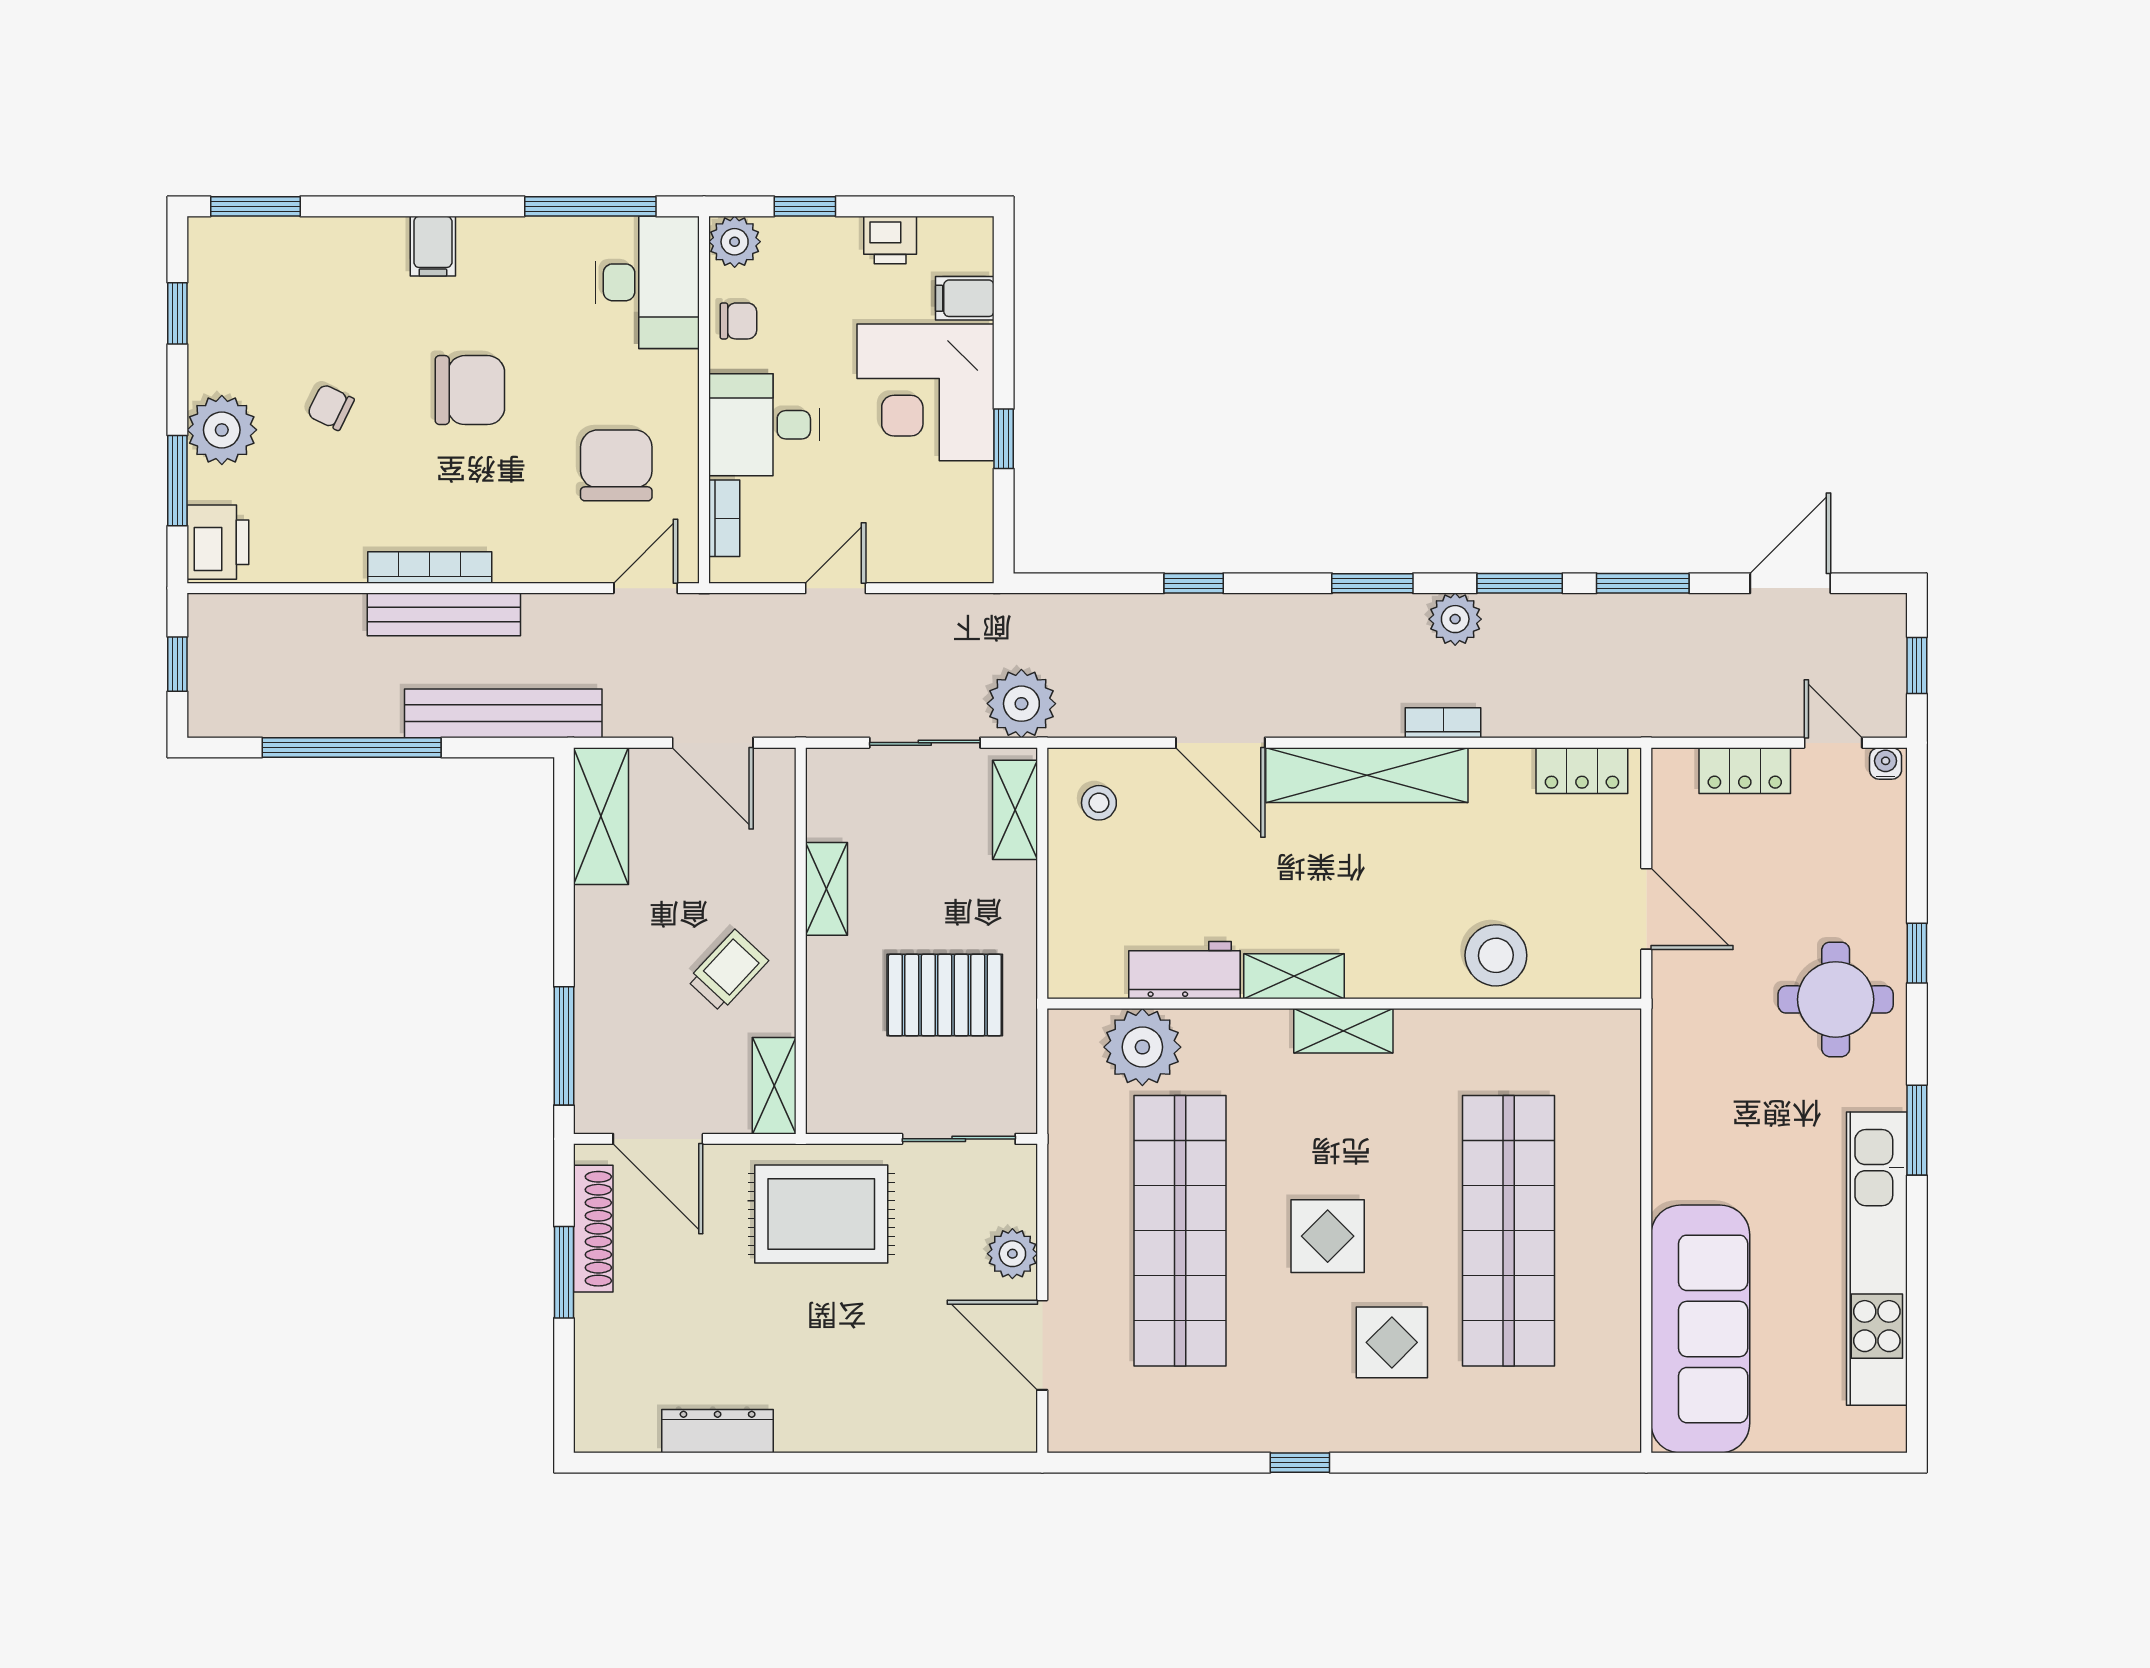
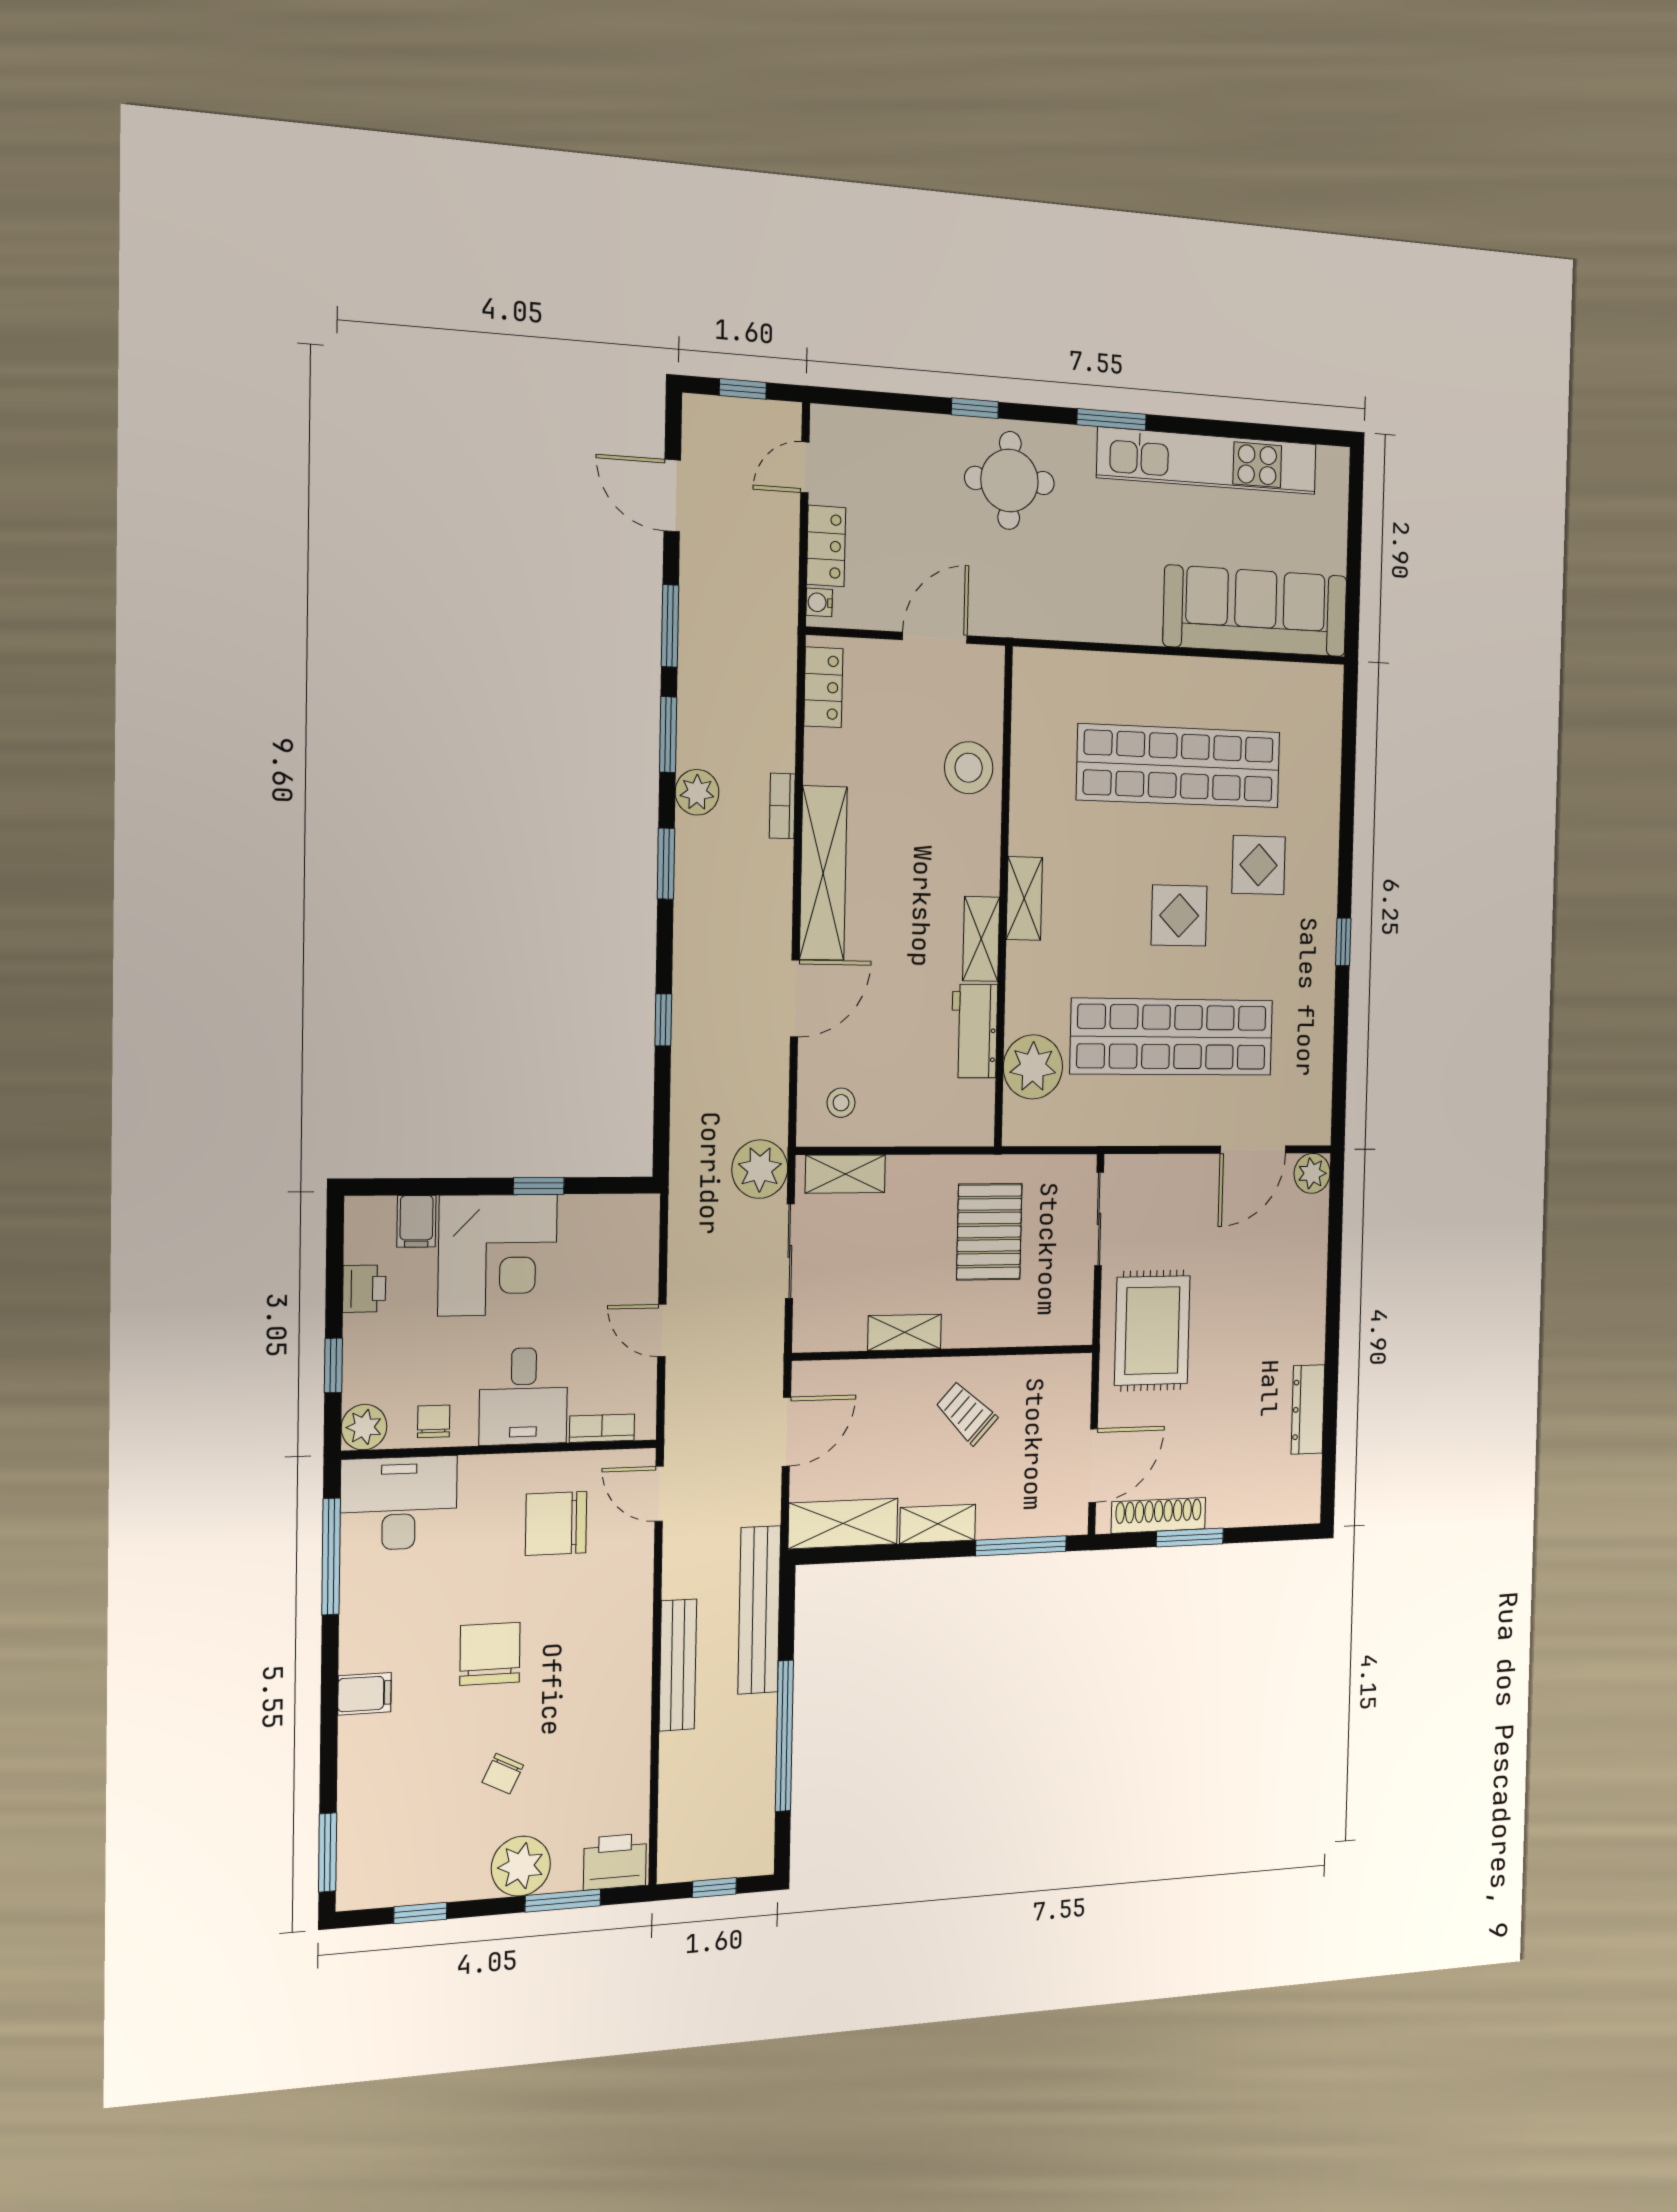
bookcase: (430, 567) -> (639, 1679), removed
water cooler: (1886, 763) -> (819, 602), moved
shelving: (774, 1086) -> (938, 1524), moved
plant: (1012, 1254) -> (1312, 1173), moved

